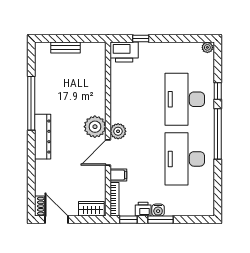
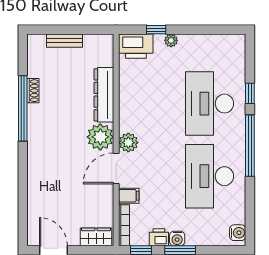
plant: (207, 47) -> (171, 40), moved
dresser: (43, 137) -> (104, 95), moved, turned 180
water cooler: (208, 205) -> (238, 233), added
shoe rack: (40, 206) -> (33, 91), moved

